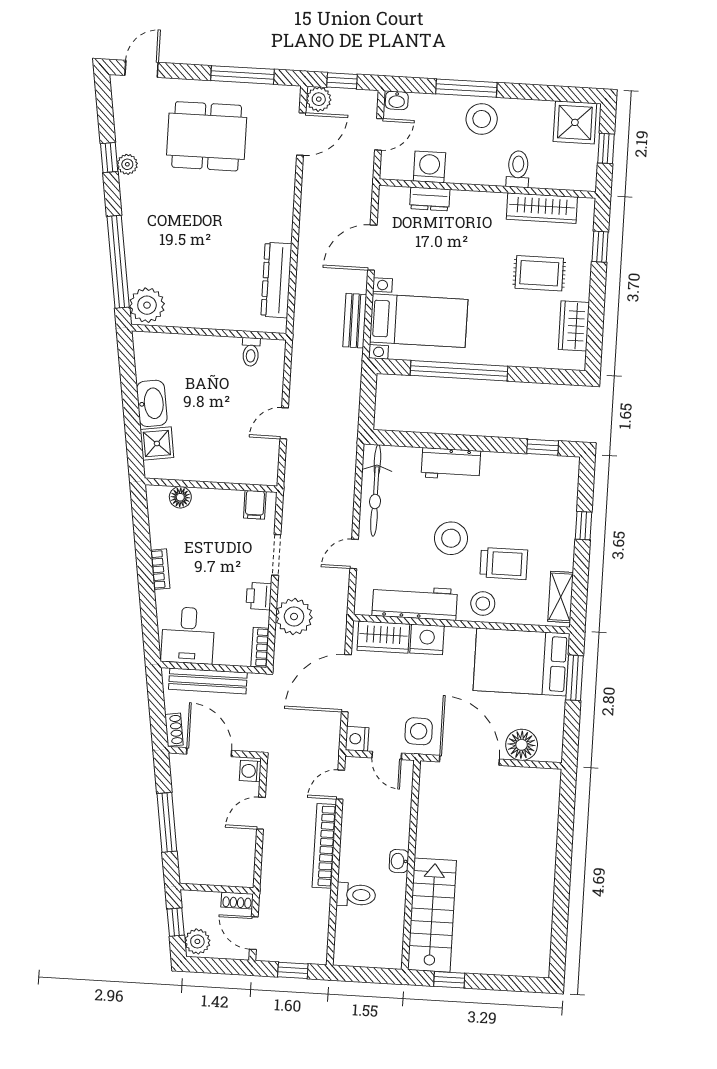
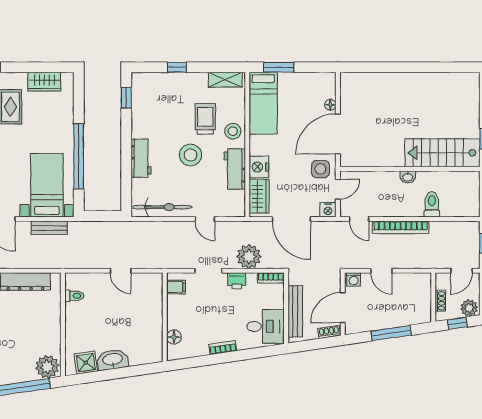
shower: (157, 443) -> (86, 363), moved
workbench: (415, 602) -> (235, 169), width x0.73
bed: (521, 662) -> (263, 103), width x0.67
floor lamp: (522, 745) -> (330, 105), width x0.53, depth x0.53
shoe rack: (237, 900) -> (440, 301), moved

